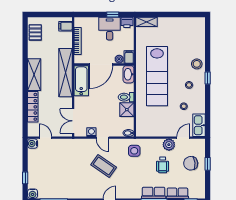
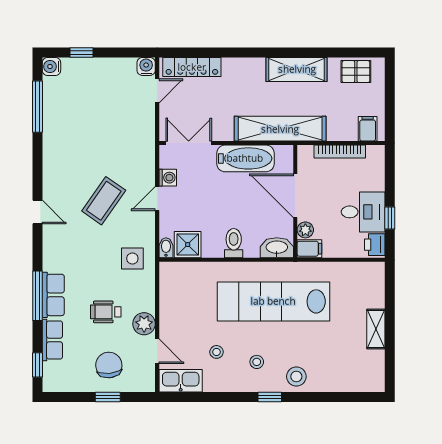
shelving: (147, 22) -> (376, 329), moved
shelving: (34, 75) -> (297, 69), moved
bathtub: (81, 81) -> (245, 158), moved
locker: (33, 107) -> (192, 67), moved
shower: (127, 110) -> (188, 245), moved

